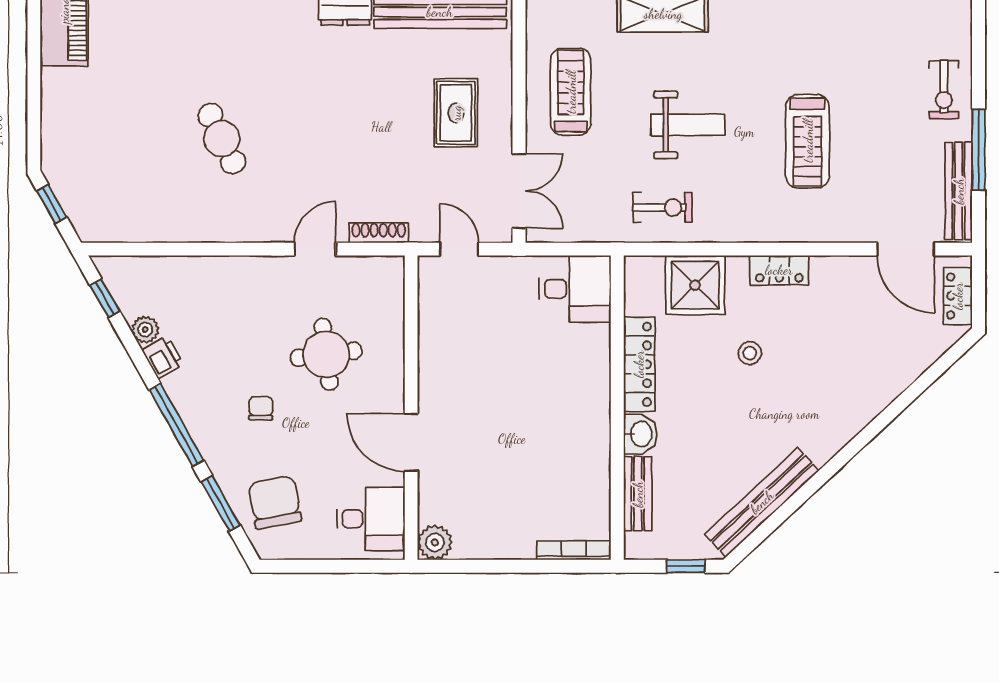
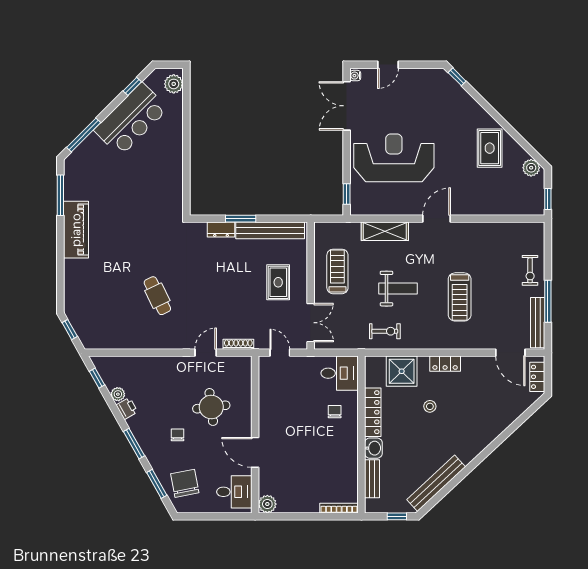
chair: (565, 363) -> (335, 412), added
window: (177, 425) -> (134, 444), width x0.69

